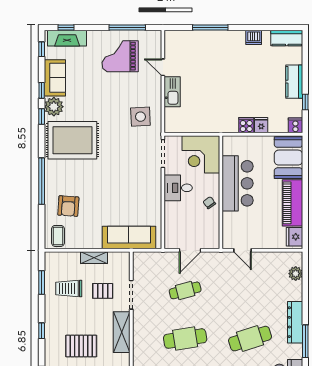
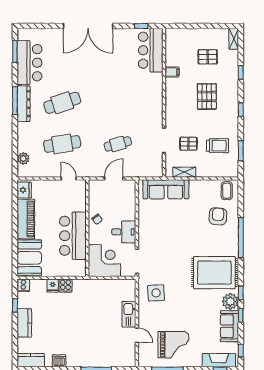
shelving: (94, 258) -> (184, 172), moved
dresser: (295, 322) -> (24, 104), moved
shelving: (122, 332) -> (172, 108), removed
cafe table: (185, 339) -> (62, 144), moved
pallet: (81, 346) -> (207, 96), turned 90

